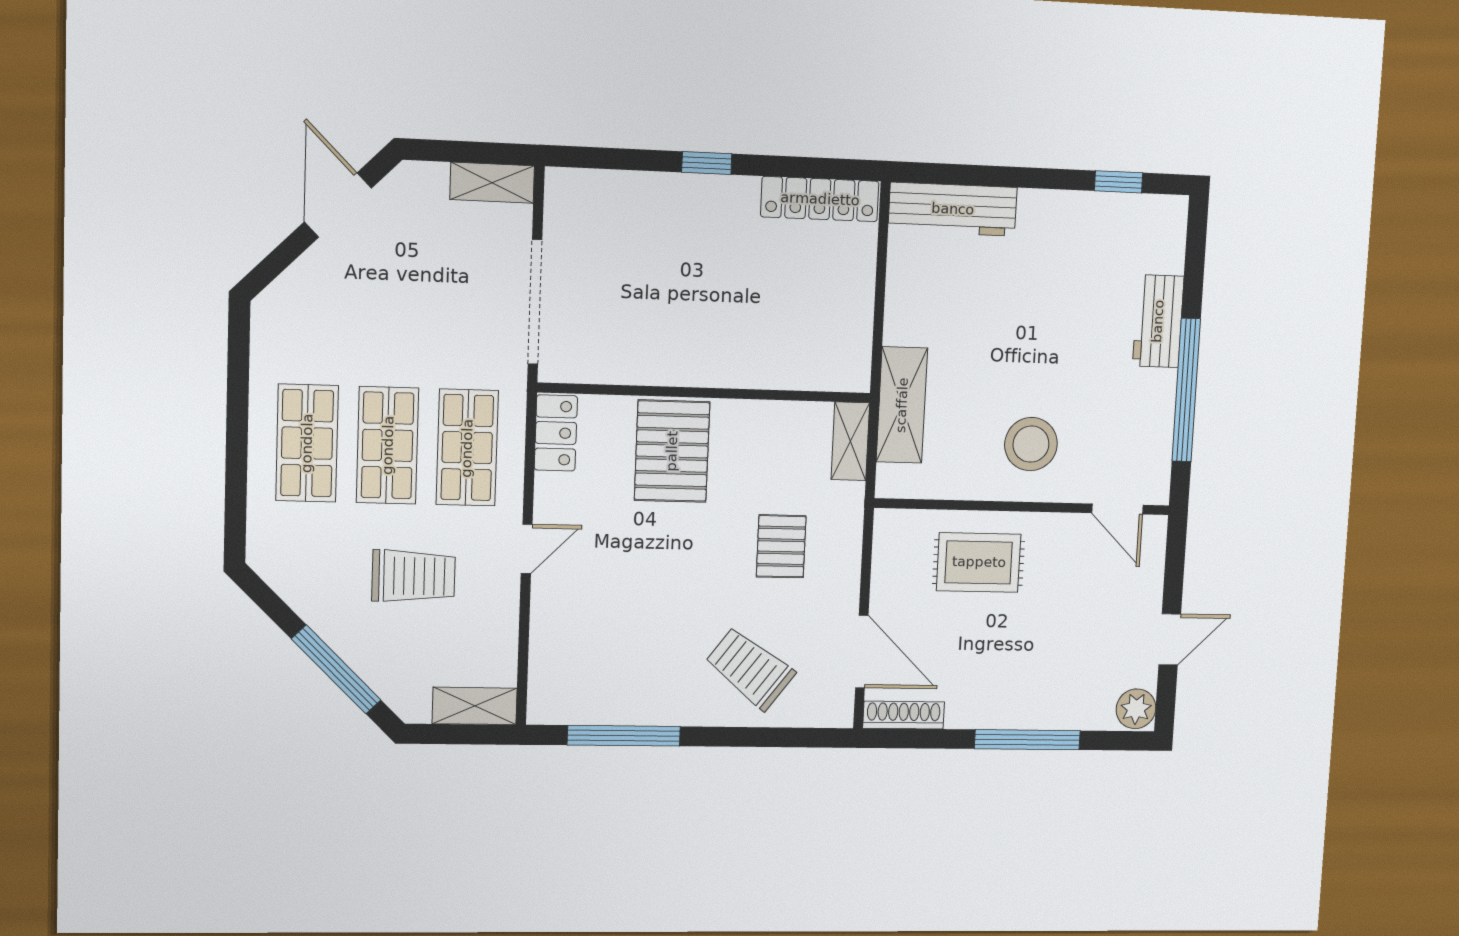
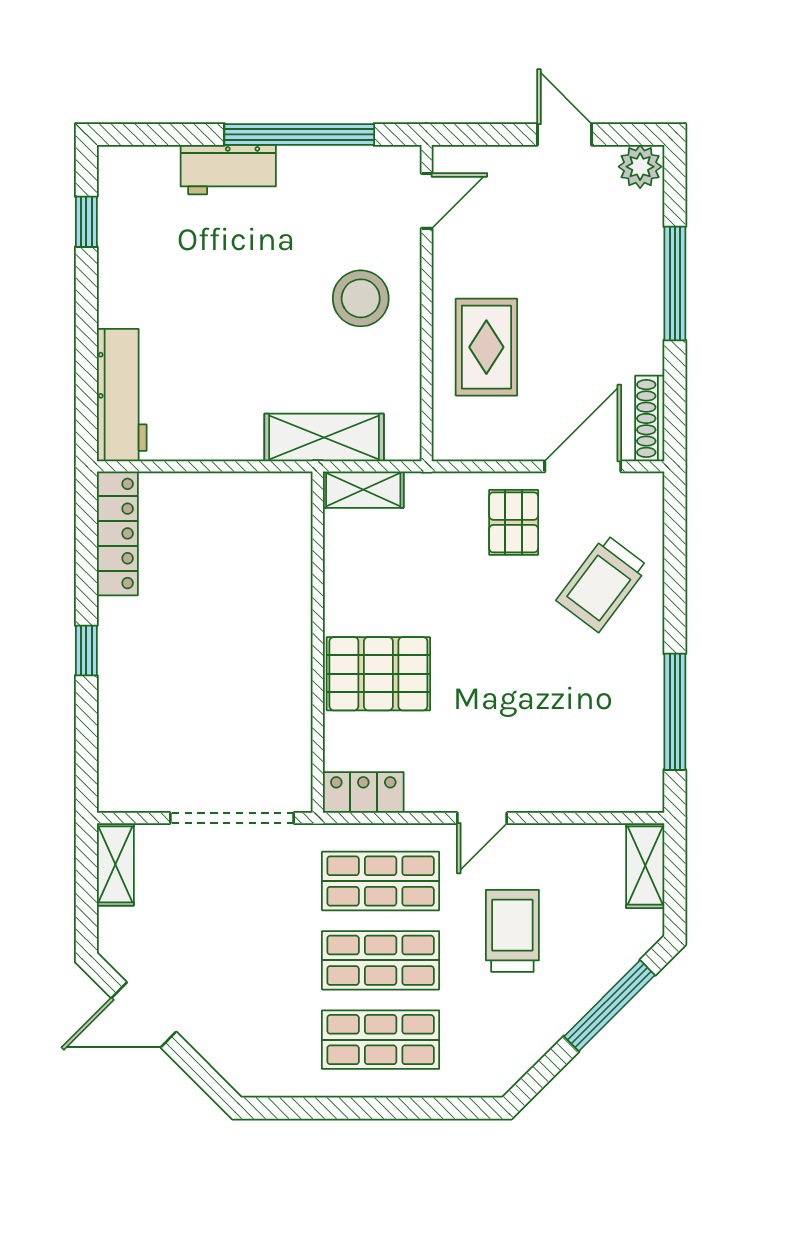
pallet: (781, 546) -> (514, 522), moved, turned 90
door: (527, 549) -> (482, 818), swing flipped

